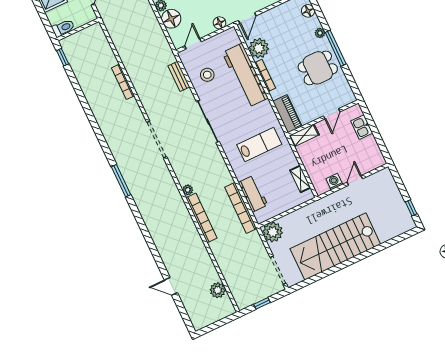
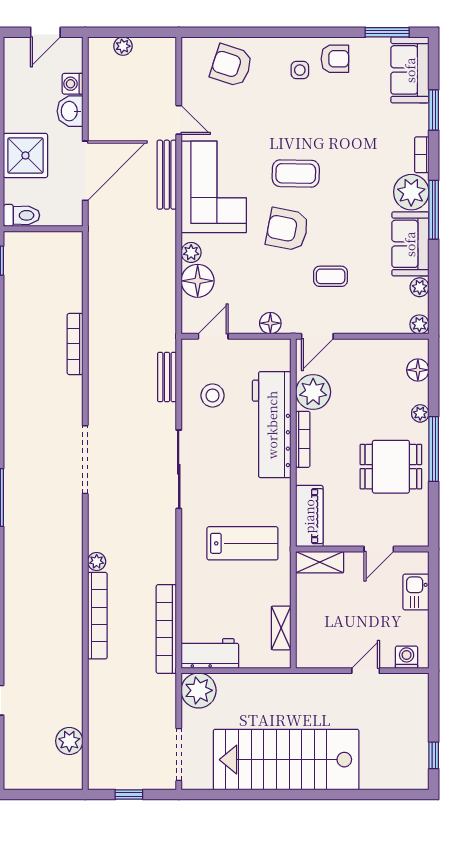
washing machine: (334, 182) -> (407, 657), moved
workbench: (253, 194) -> (210, 653), moved, turned -90

